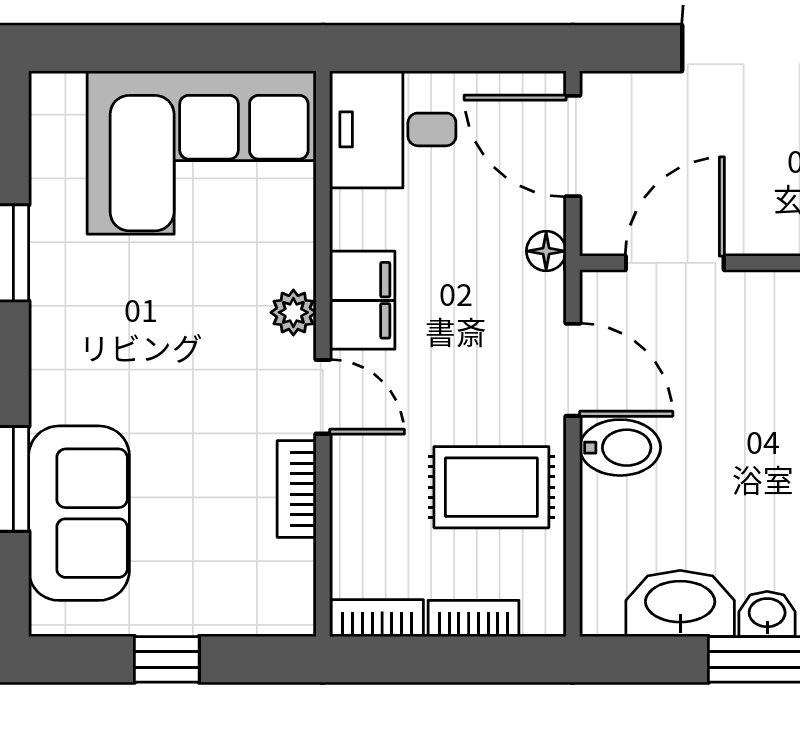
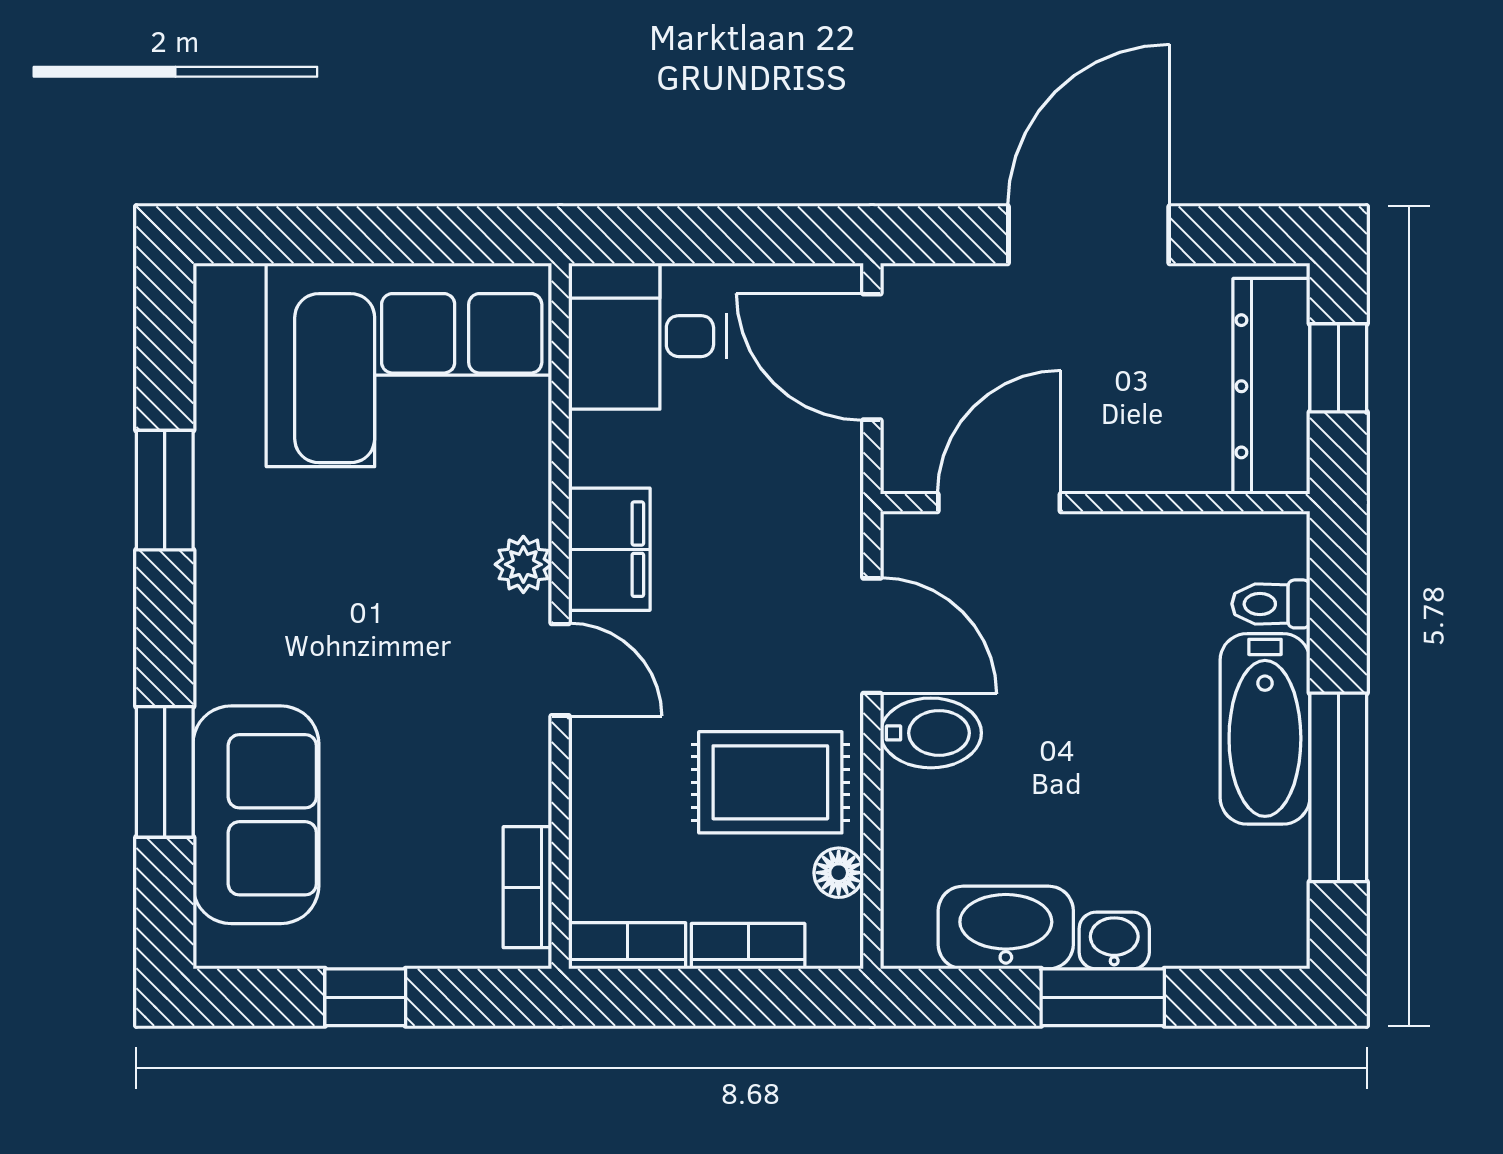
floor lamp: (546, 251) -> (839, 873), moved
bookcase: (297, 489) -> (527, 887), moved

